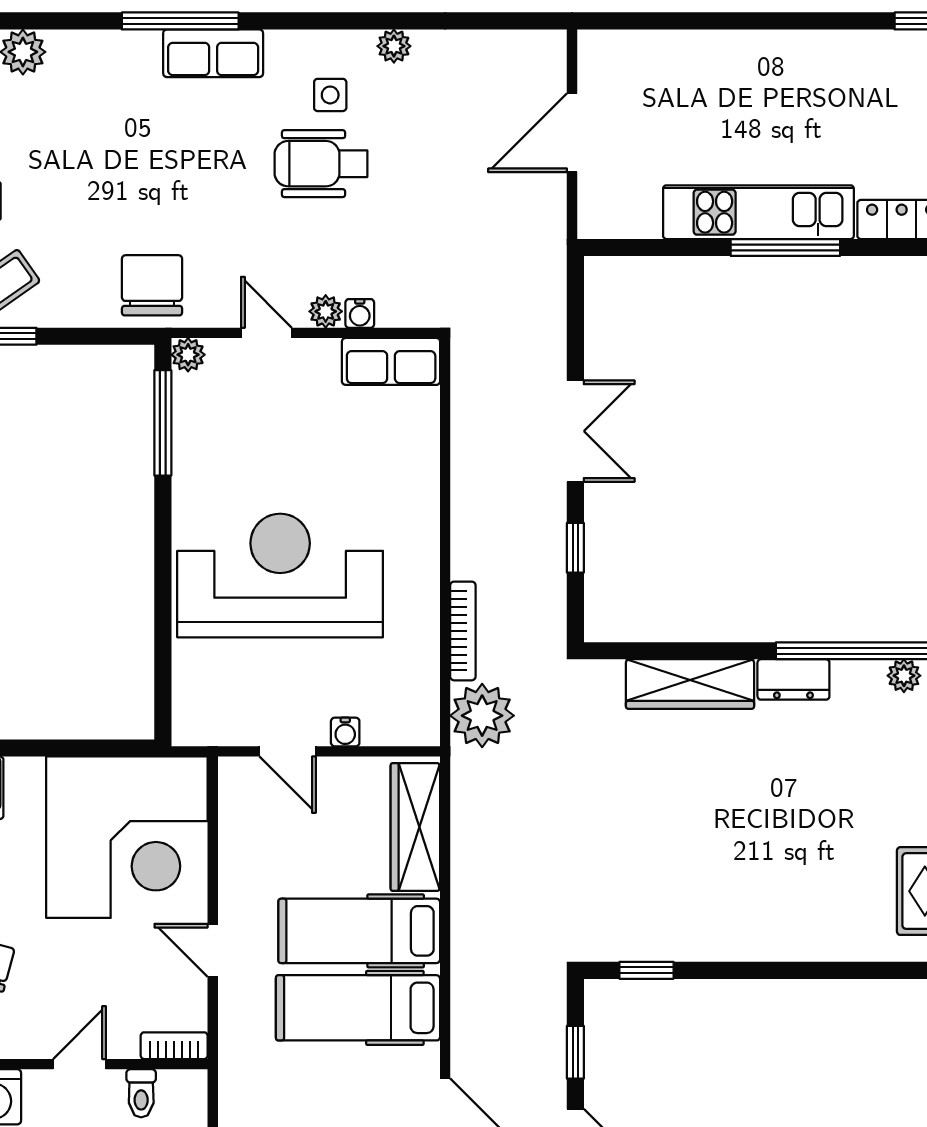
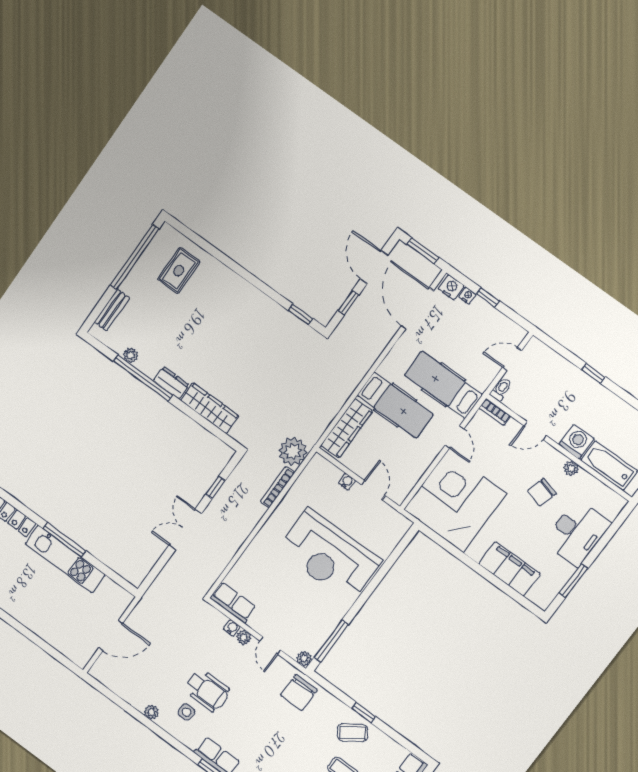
hospital bed: (358, 1008) -> (443, 385), moved, turned 180
toilet: (141, 1093) -> (501, 389), moved

